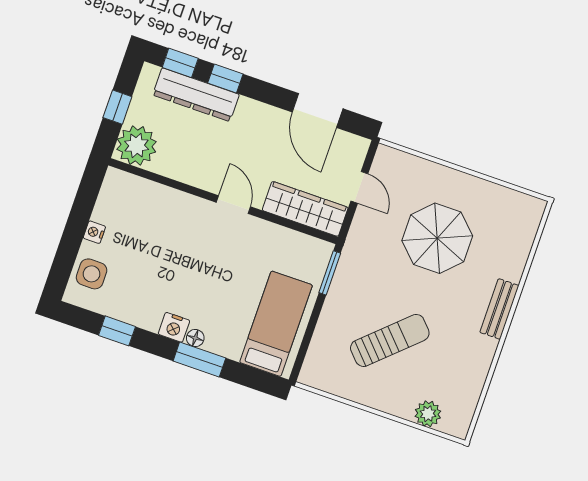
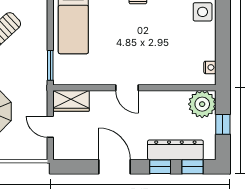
door: (318, 110) -> (115, 167), moved
wardrobe: (305, 209) -> (71, 101), width x0.67
nightstand: (94, 232) -> (210, 67), moved

